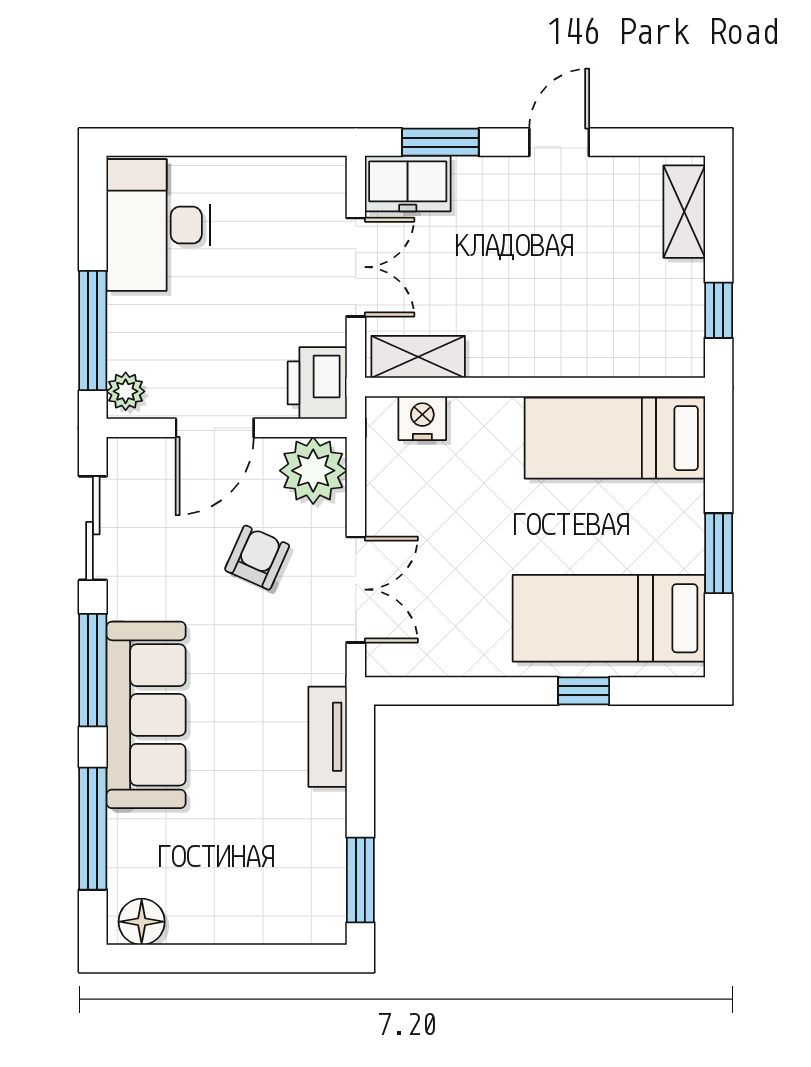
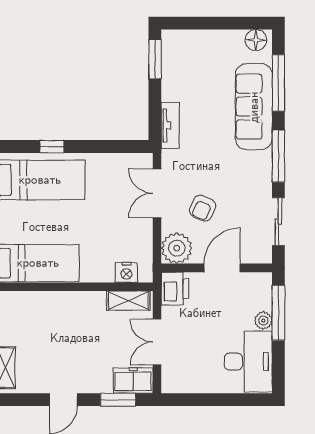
plant: (126, 391) -> (263, 321), moved
sofa: (146, 715) -> (254, 107), moved

